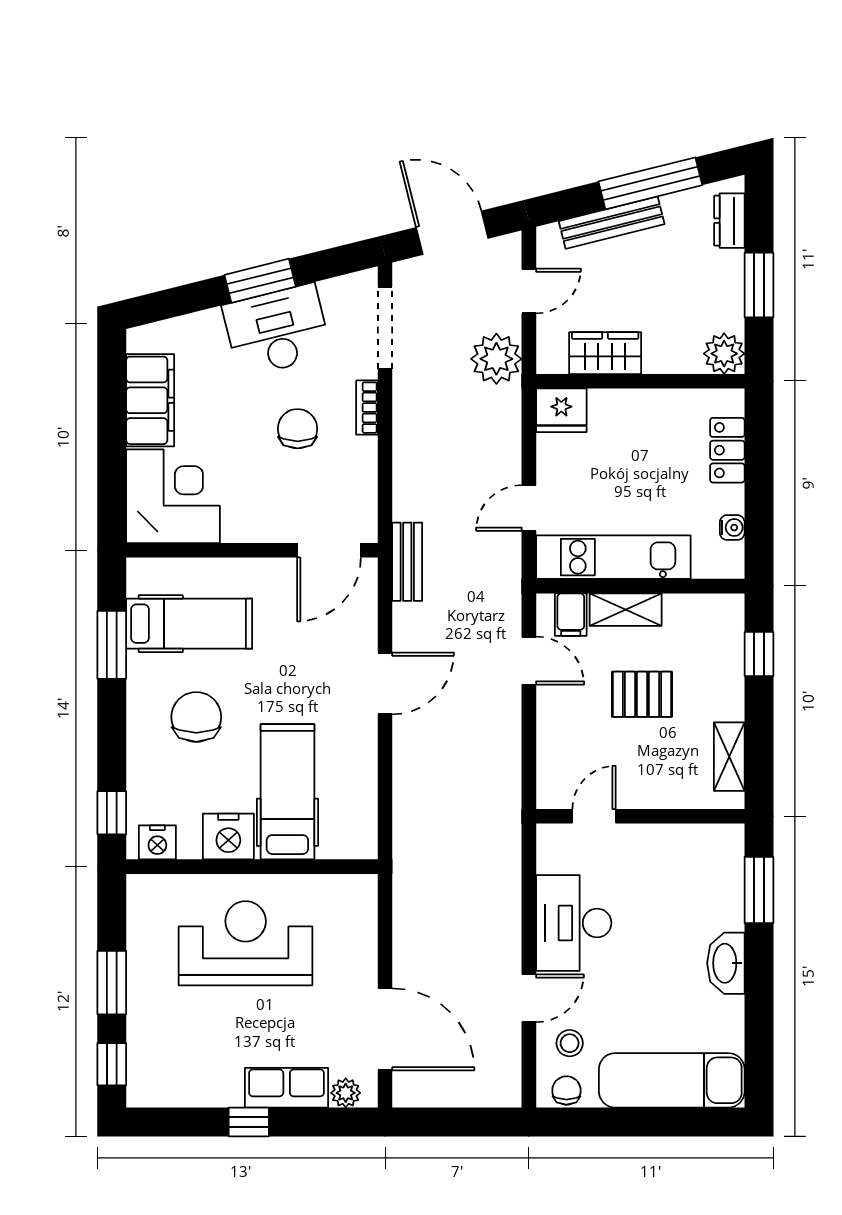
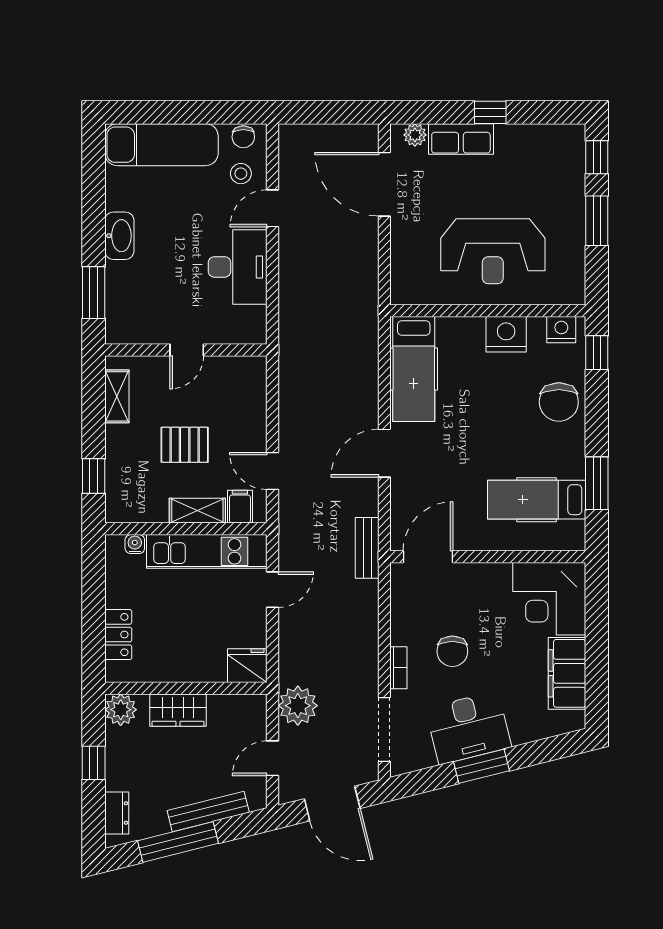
window: (759, 285) -> (94, 763), width x0.67
wardrobe: (605, 353) -> (178, 710), moved
water cooler: (732, 528) -> (135, 544), moved, turned 90
chair: (196, 717) -> (559, 402), moved
hospital bed: (287, 792) -> (414, 369), moved
door: (594, 816) -> (187, 350), moved

